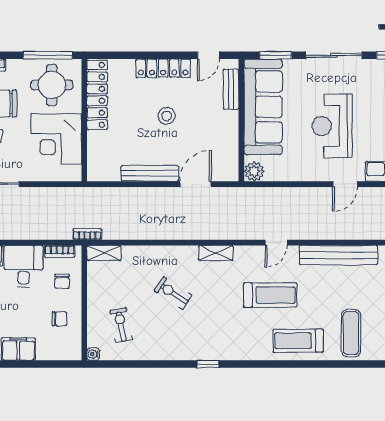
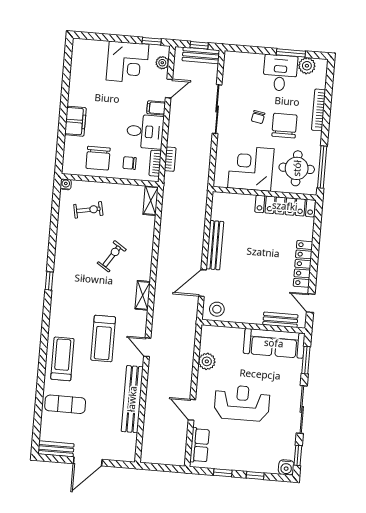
sofa: (263, 107) -> (274, 343), width x0.74, depth x0.79
stool: (167, 116) -> (217, 309), moved
plant: (254, 171) -> (207, 361), moved
door: (195, 184) -> (202, 283), swing flipped
bookcase: (87, 234) -> (170, 159), moved
chair: (59, 319) -> (98, 158), width x1.87, depth x1.87

